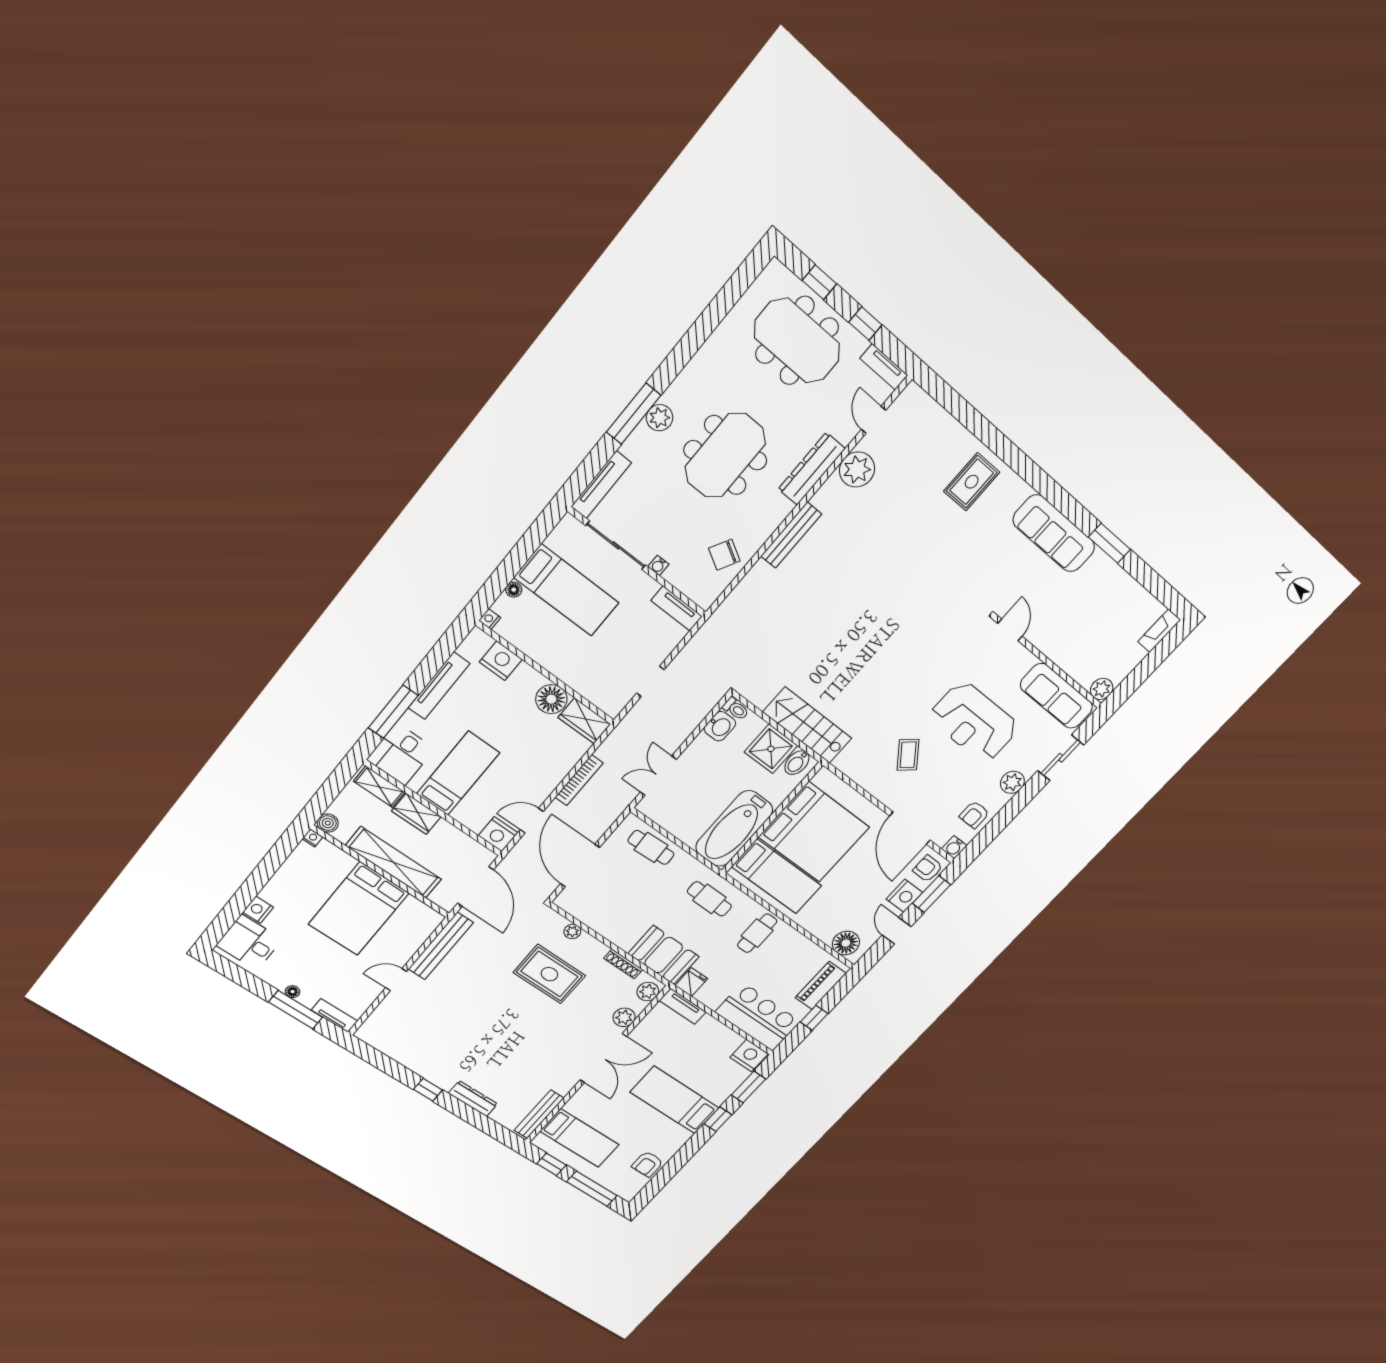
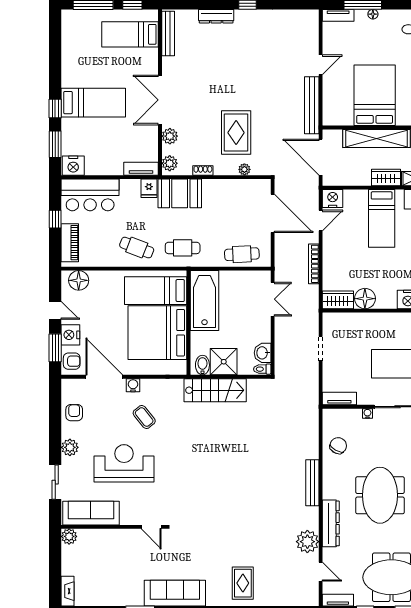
water cooler: (954, 847) -> (133, 385), moved
cafe table: (757, 933) -> (137, 248), turned -69
shoe rack: (623, 964) -> (203, 170), width x0.70
rug: (549, 974) -> (236, 133), turned 90
armchair: (648, 1164) -> (73, 46), removed

